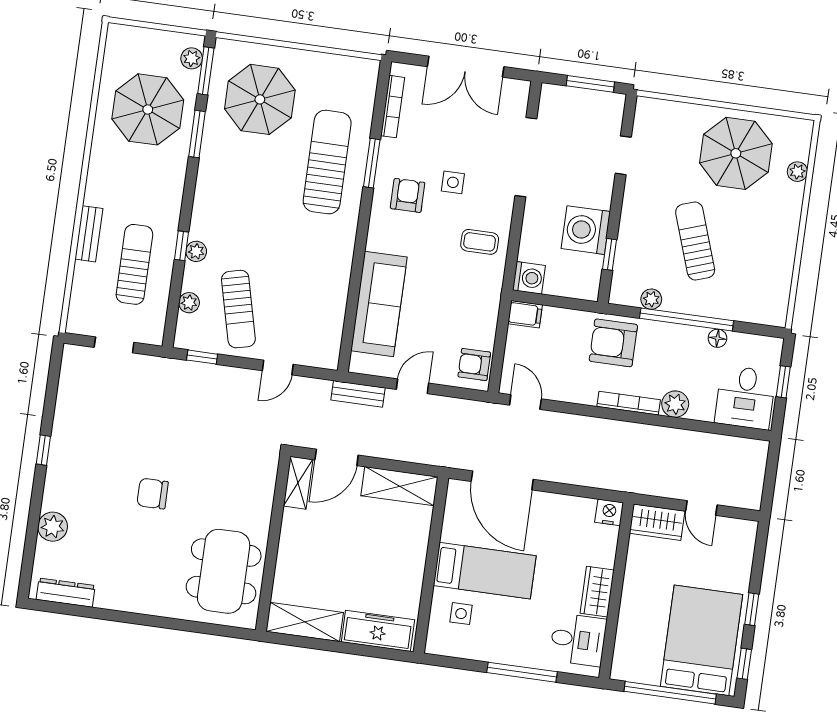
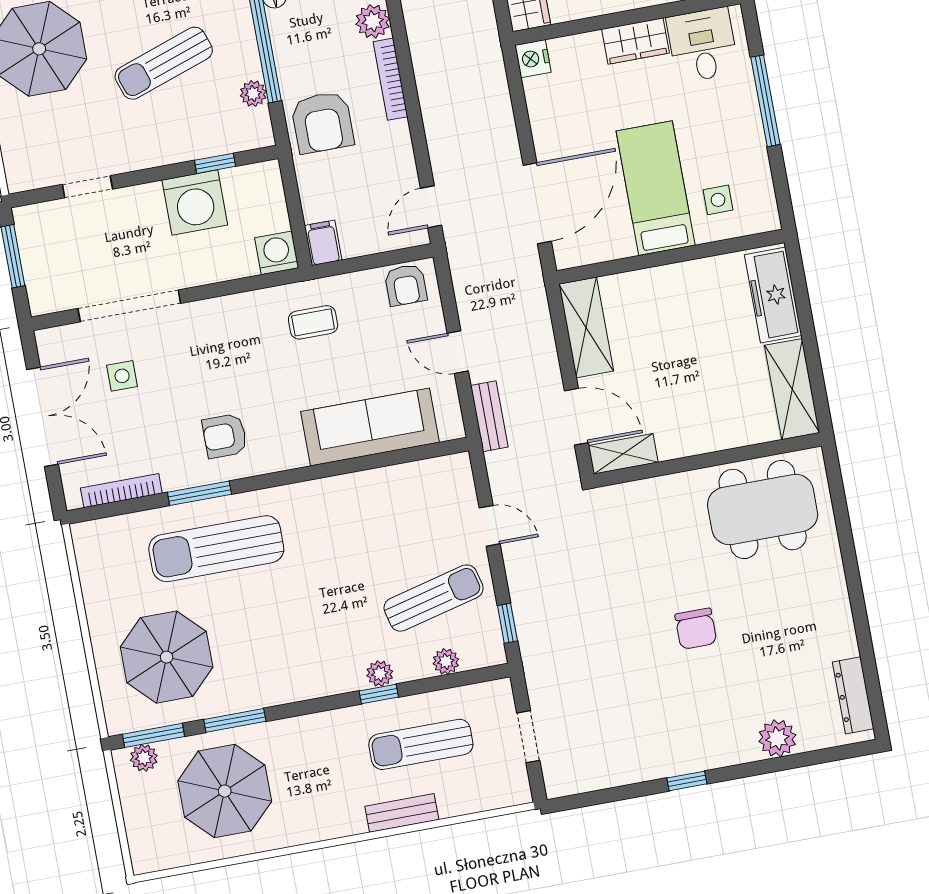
side table: (453, 182) -> (122, 376), moved
coffee table: (480, 242) -> (313, 322), moved, turned 90

